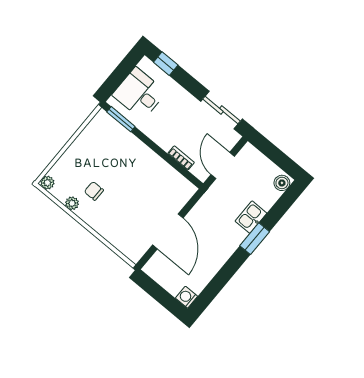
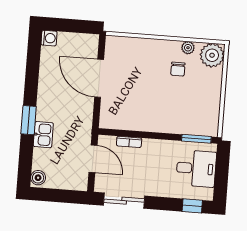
plant: (47, 183) -> (212, 55), width x1.88, depth x1.88
chair: (94, 191) -> (178, 69), turned 90

